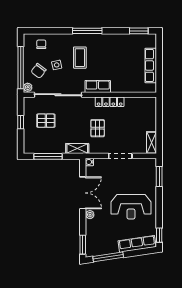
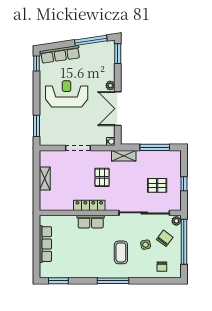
row of seats: (98, 86) -> (91, 222), moved
shelving: (151, 143) -> (45, 178), moved

